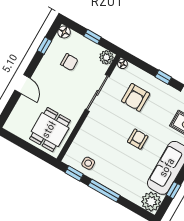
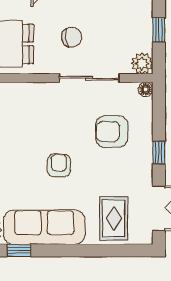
chair: (69, 62) -> (72, 37), moved, turned -97
armchair: (138, 139) -> (59, 165), turned -90

